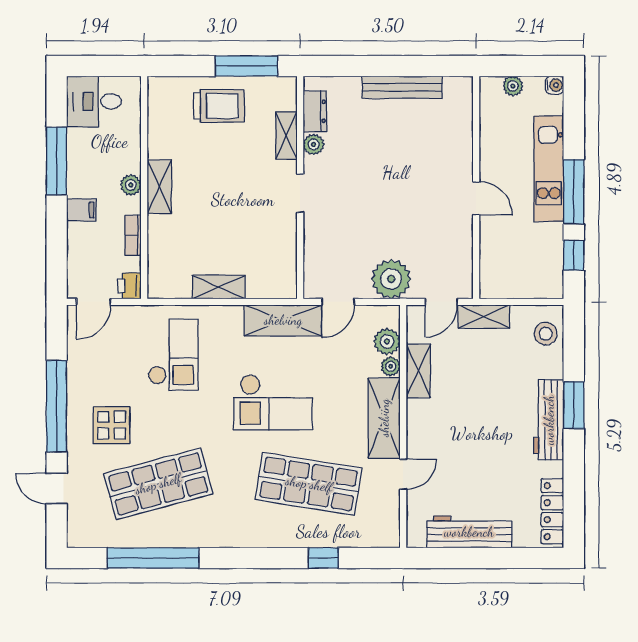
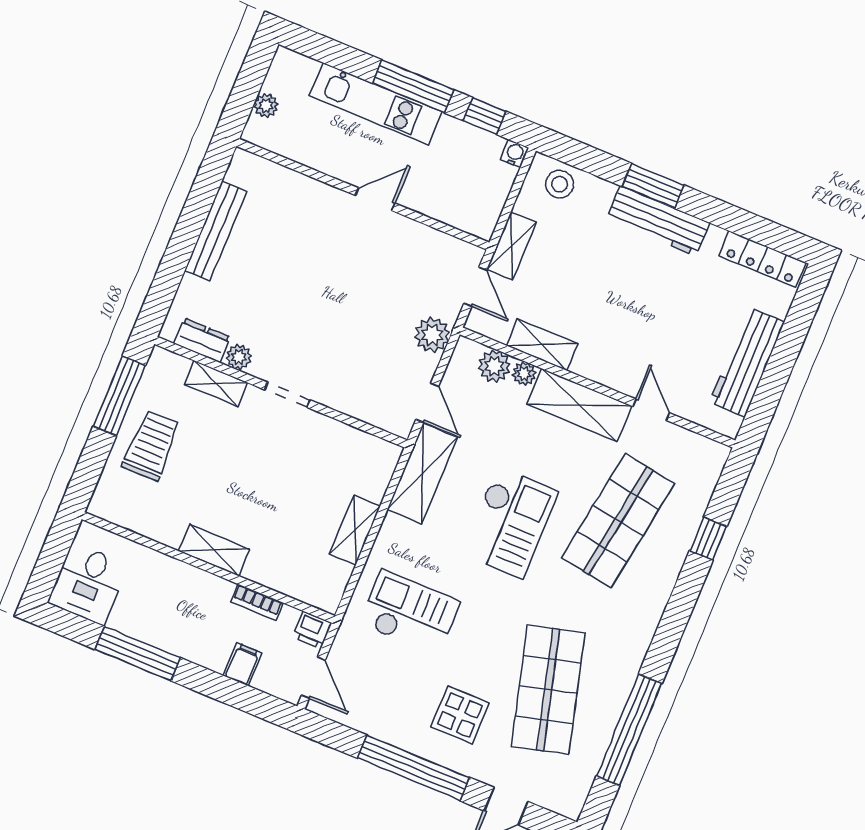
water cooler: (555, 85) -> (515, 154), moved
plant: (131, 185) -> (199, 581), removed
filing cabinet: (81, 210) -> (242, 664), moved
plant: (391, 279) -> (432, 335), width x0.73, depth x0.73

